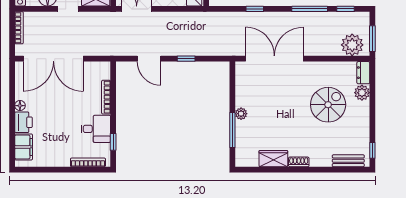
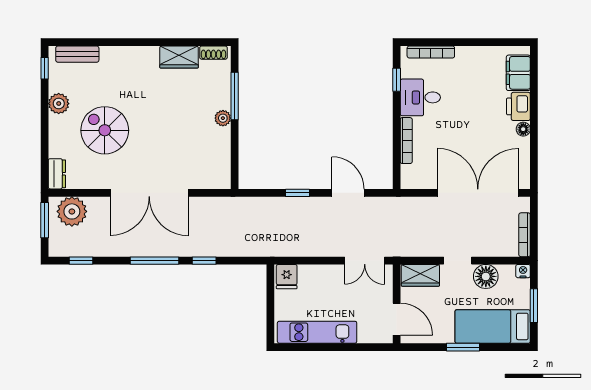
window: (310, 9) -> (155, 261), moved
double door: (274, 59) -> (149, 193), moved
plant: (362, 93) -> (59, 104), moved
spiral stairs: (328, 105) -> (105, 130), turned 90
shoe rack: (299, 162) -> (213, 53), moved

